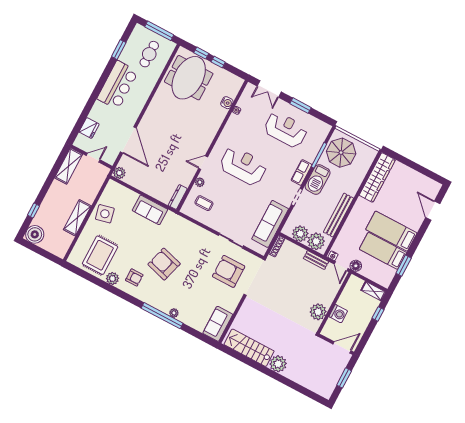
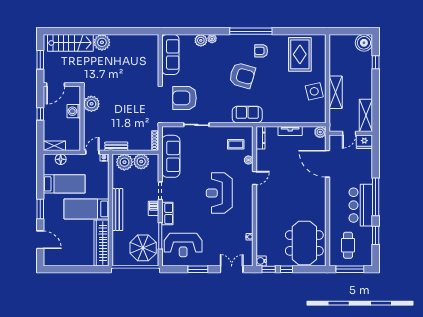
window: (201, 53) -> (269, 269), moved
window: (100, 85) -> (376, 197), added
water cooler: (227, 103) -> (261, 261), moved
fridge: (89, 128) -> (364, 142), moved, turned -90
reception desk: (286, 130) -> (183, 245), moved
reception desk: (243, 166) -> (219, 193), turned 90
barbecue: (318, 179) -> (154, 208), width x0.53, depth x0.65
tv unit: (147, 189) -> (290, 131), added
sofa: (150, 210) -> (247, 115), moved
bench: (338, 215) -> (117, 210), moved
shelving: (77, 218) -> (336, 92), moved
bed: (391, 231) -> (87, 209), moved, turned 180
door: (341, 266) -> (92, 152), hinge flipped
floor lamp: (356, 266) -> (61, 159), moved
window: (404, 266) -> (40, 209), moved
armchair: (229, 271) -> (185, 98), turned 180
plant: (112, 278) -> (201, 40), moved
window: (378, 314) -> (40, 114), moved
window: (162, 316) -> (251, 31), moved
sofa: (218, 324) -> (170, 54), width x1.36
stairs: (249, 348) -> (70, 43), moved

